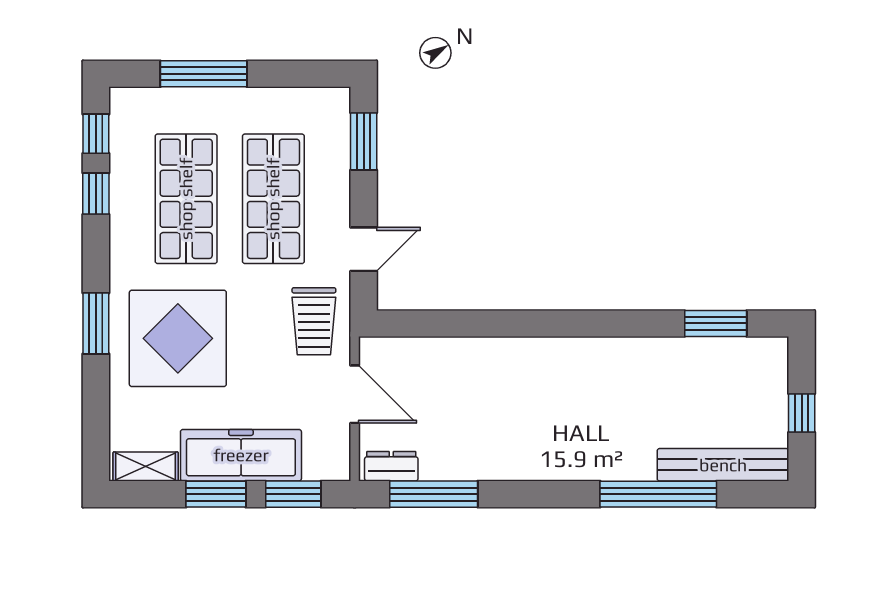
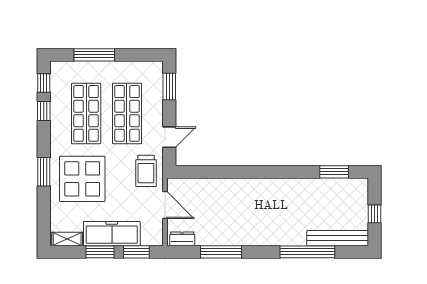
window: (434, 494) -> (221, 252), moved

